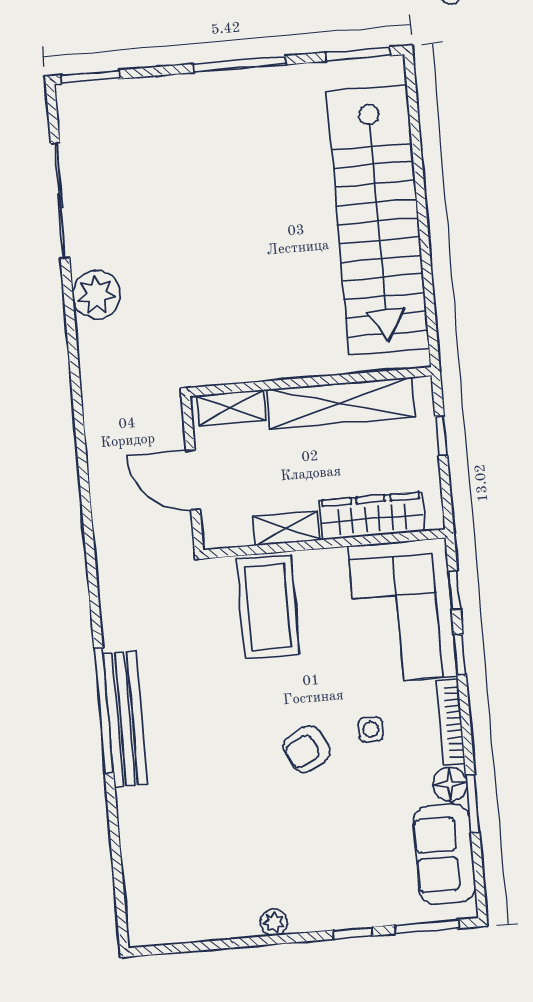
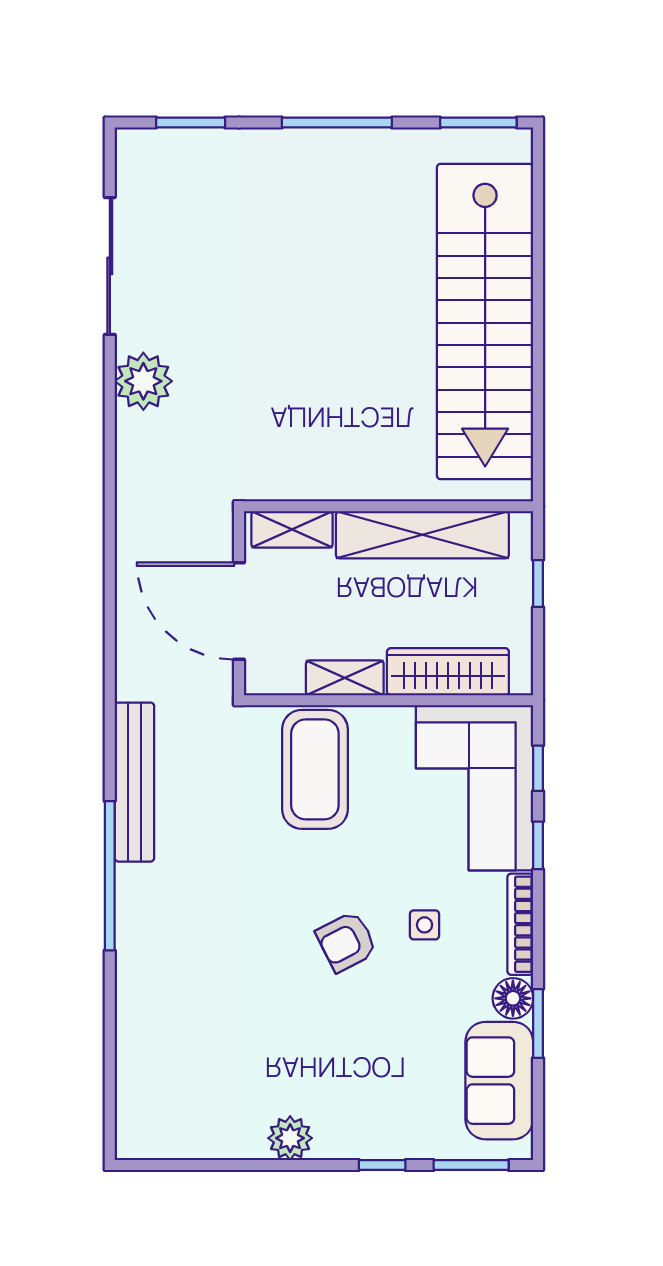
window: (90, 77) -> (191, 122), moved
door: (193, 480) -> (239, 611), width x1.36
bench: (125, 719) -> (134, 782), moved
plant: (274, 922) -> (290, 1138), width x1.38, depth x1.38

